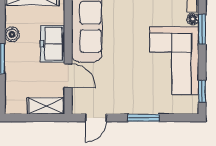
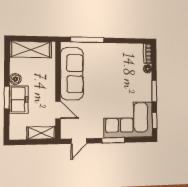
window: (202, 29) -> (154, 91), moved
freezer: (53, 44) -> (19, 100), moved, turned 180
corner sofa: (174, 60) -> (128, 120), moved, turned 90

